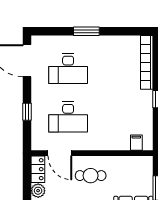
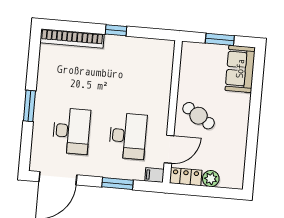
window: (27, 112) -> (117, 184), width x1.50
filing cabinet: (136, 143) -> (154, 175), moved
cafe table: (91, 176) -> (199, 116), turned -58

